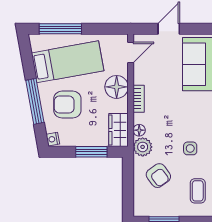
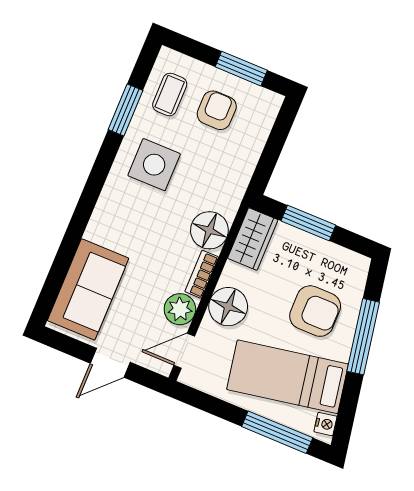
floor lamp: (139, 130) -> (209, 230), width x1.89, depth x1.89
nightstand: (53, 139) -> (325, 424), moved
plant: (143, 147) -> (180, 309), moved
side table: (190, 148) -> (154, 165), width x1.87, depth x1.87
armchair: (158, 176) -> (217, 110), moved, turned 36

